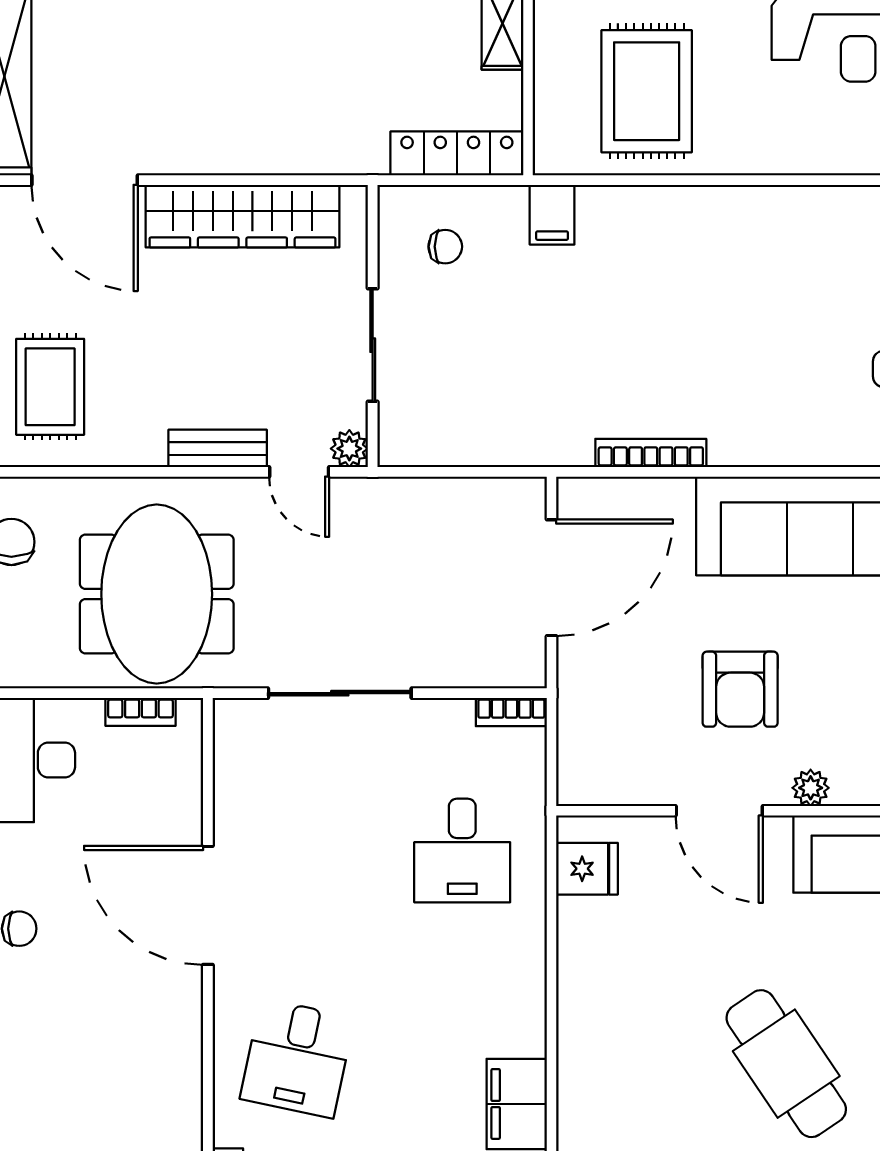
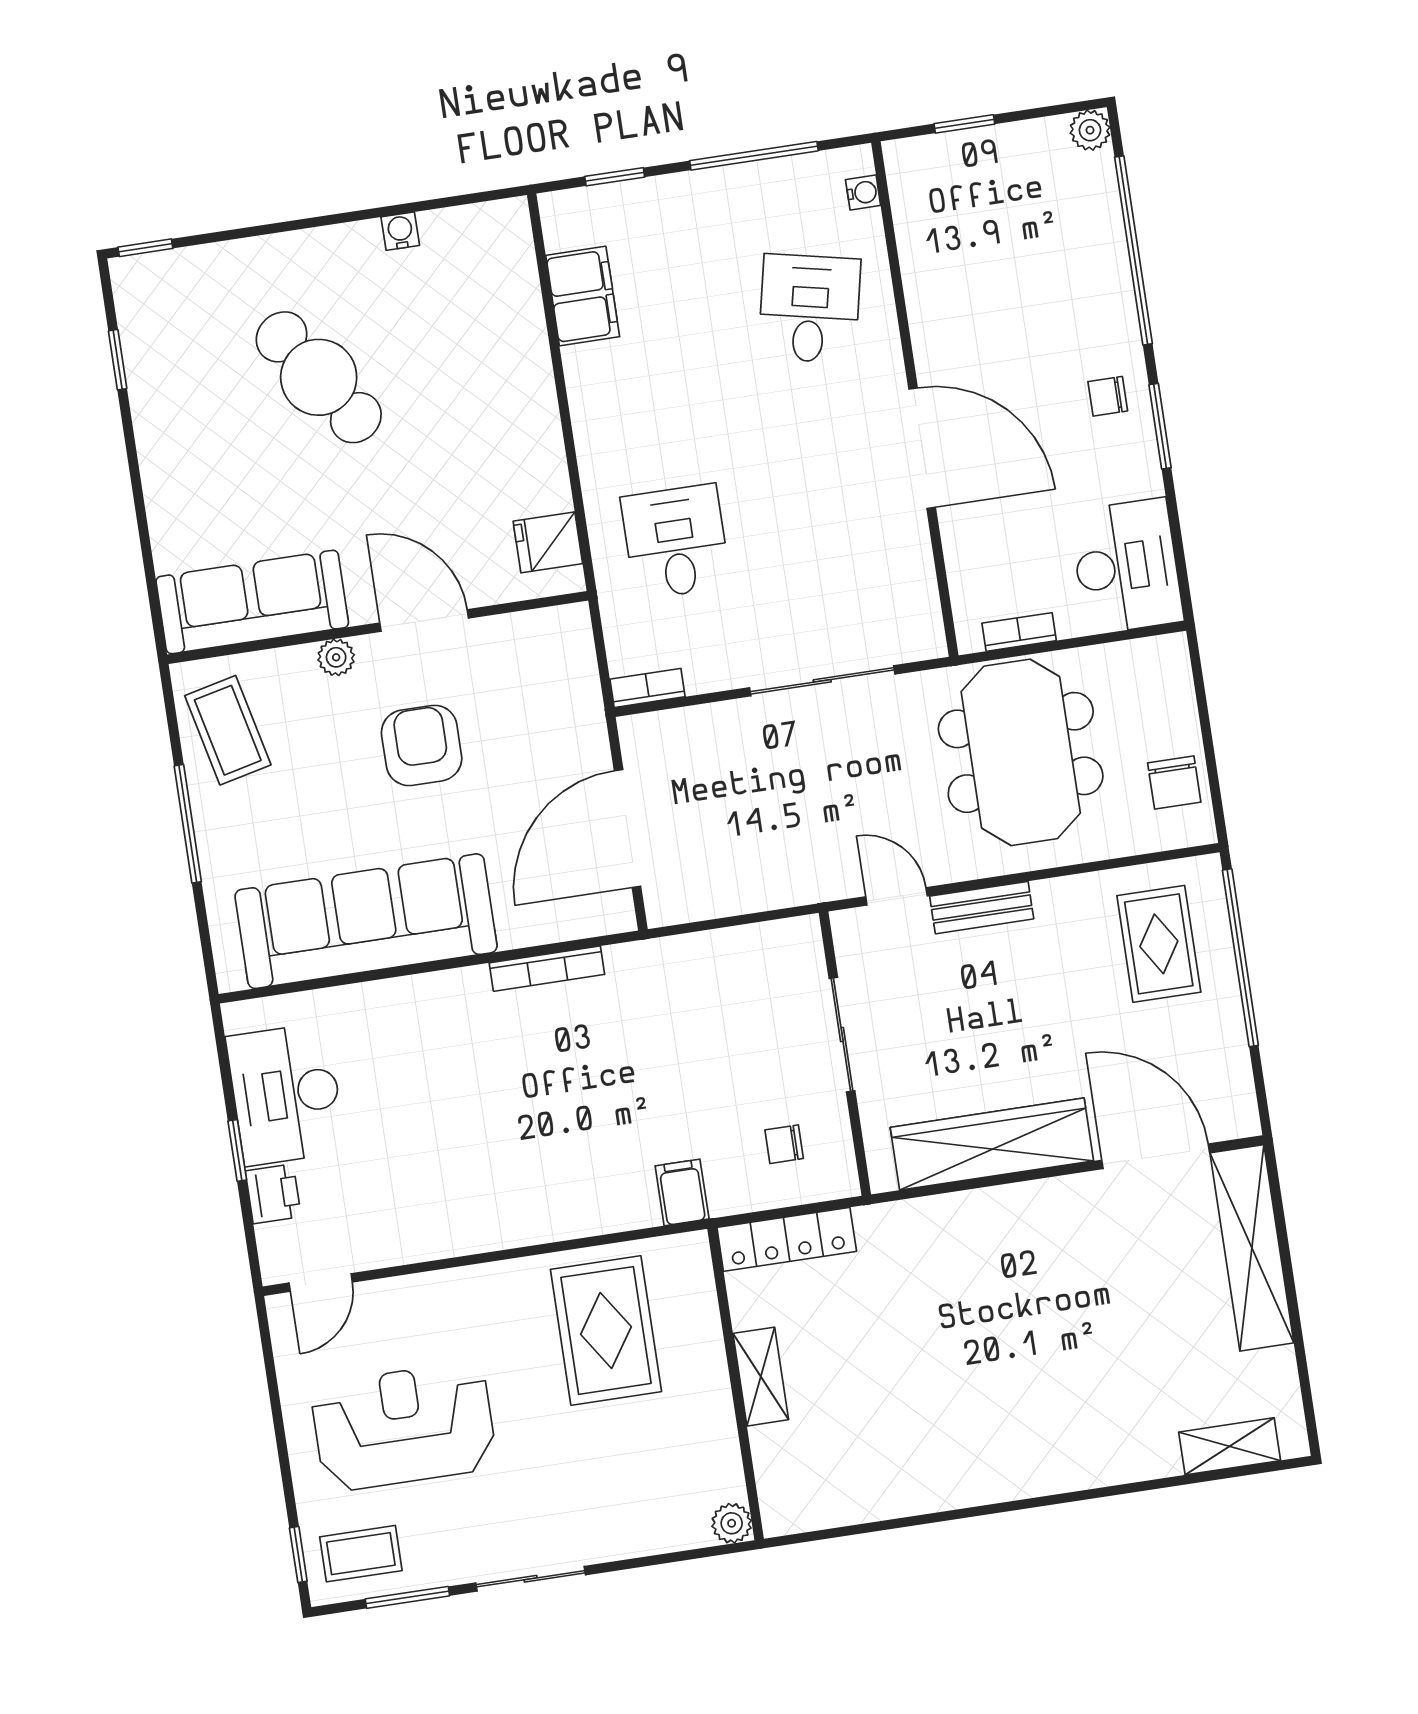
plant: (349, 449) -> (850, 927), removed

